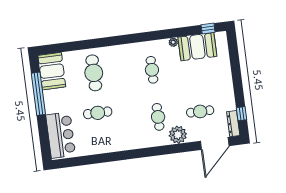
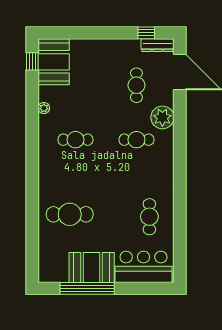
booth: (197, 47) -> (54, 62), moved
booth: (52, 71) -> (92, 267), moved
cafe table: (98, 113) -> (149, 217), moved

